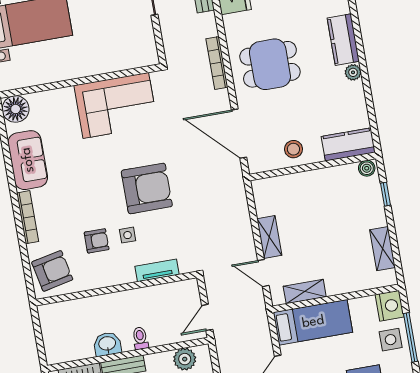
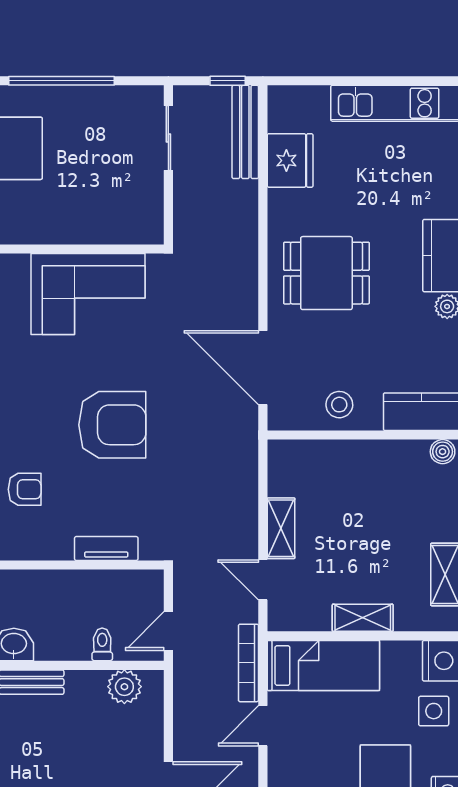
bookcase: (217, 63) -> (248, 663), moved
side table: (128, 235) -> (72, 489), removed
shelving: (305, 291) -> (363, 618), moved
toilet: (140, 338) -> (102, 644), moved

